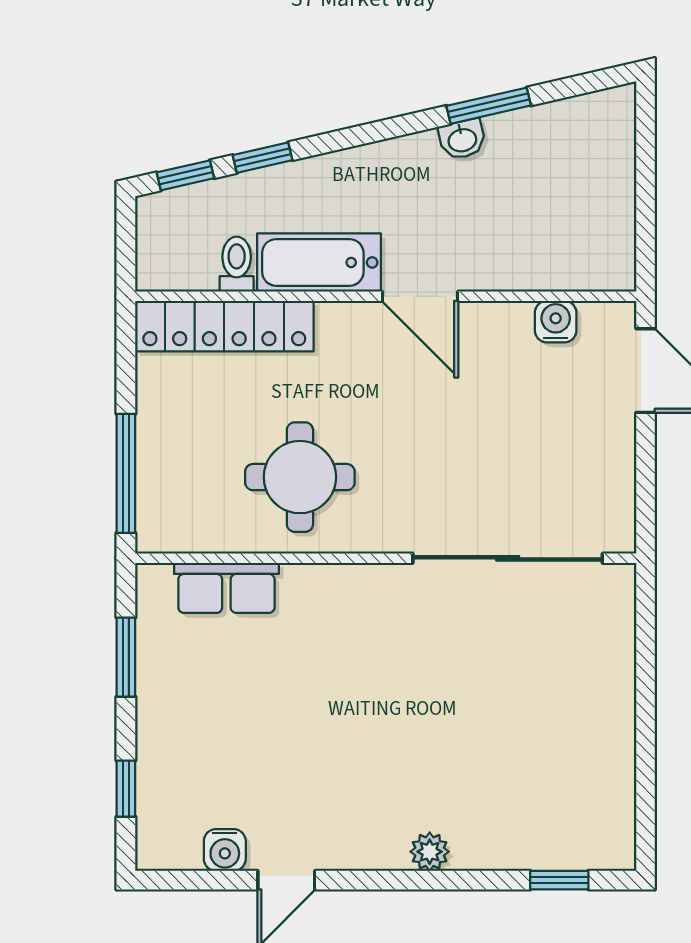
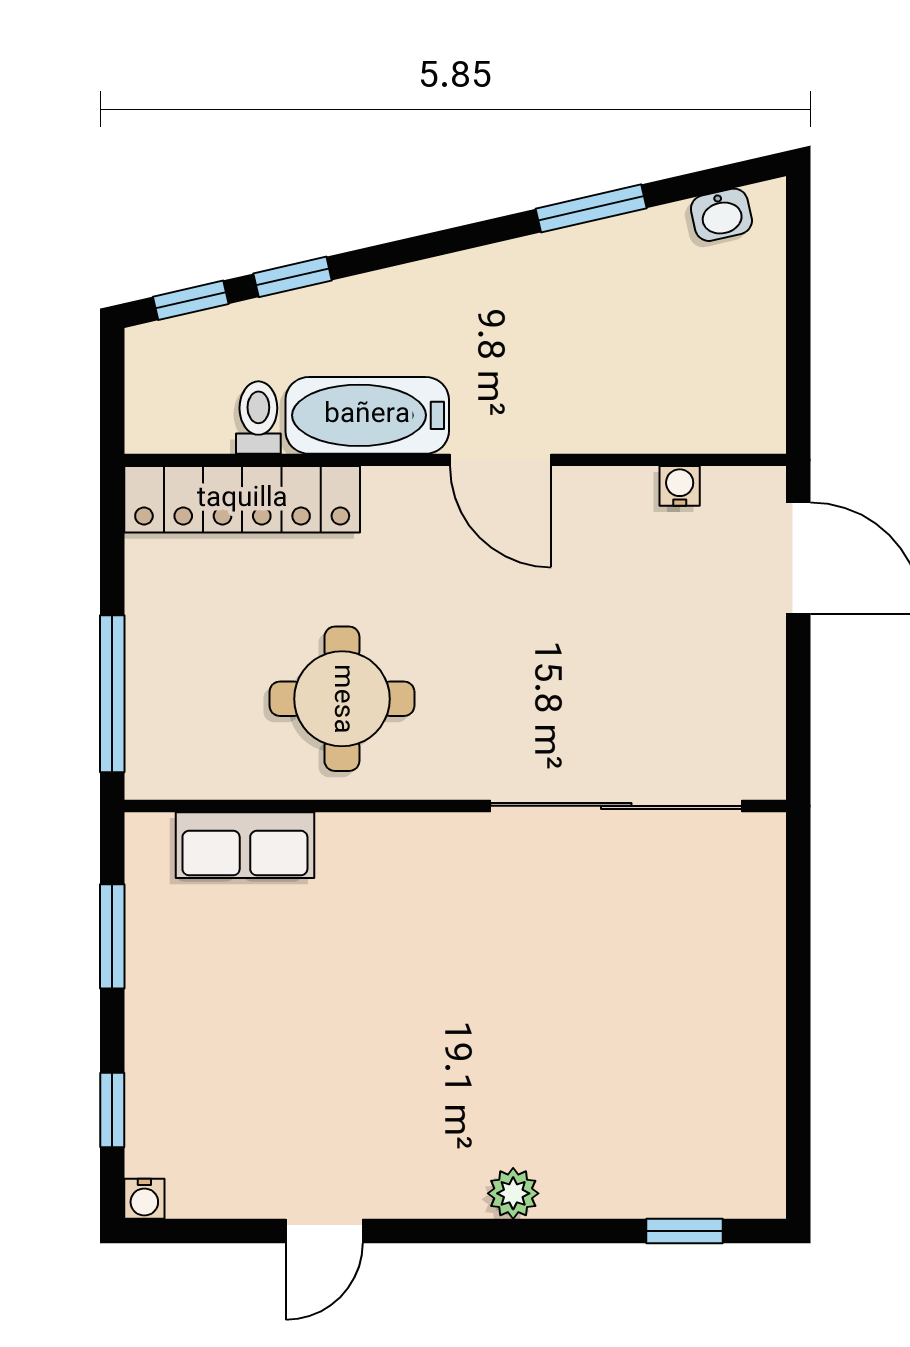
washbasin: (462, 139) -> (721, 215), moved
water cooler: (556, 322) -> (680, 486), width x0.72, depth x0.72
water cooler: (225, 850) -> (144, 1199), moved, width x0.72, depth x0.72

